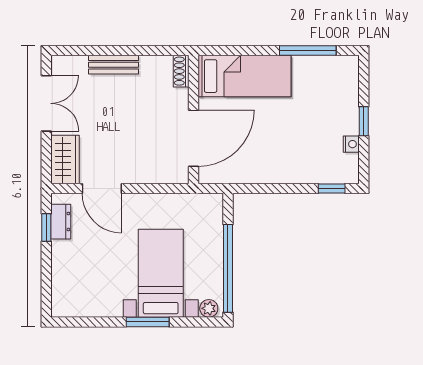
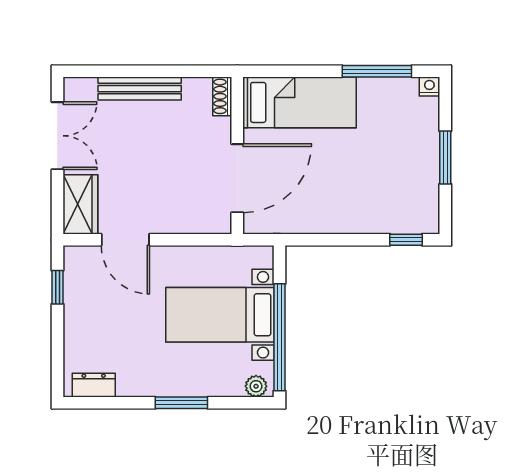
bench: (114, 65) -> (140, 89), width x1.36
window: (364, 121) -> (445, 158), width x1.50
nightstand: (351, 144) -> (429, 86), moved, turned -90
dresser: (61, 222) -> (94, 385), moved, turned -90
bed with nightstands: (161, 273) -> (220, 315), moved, turned -90

